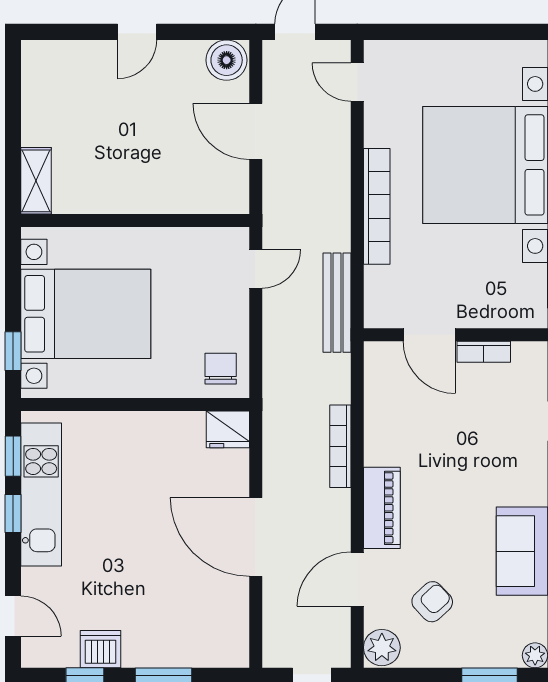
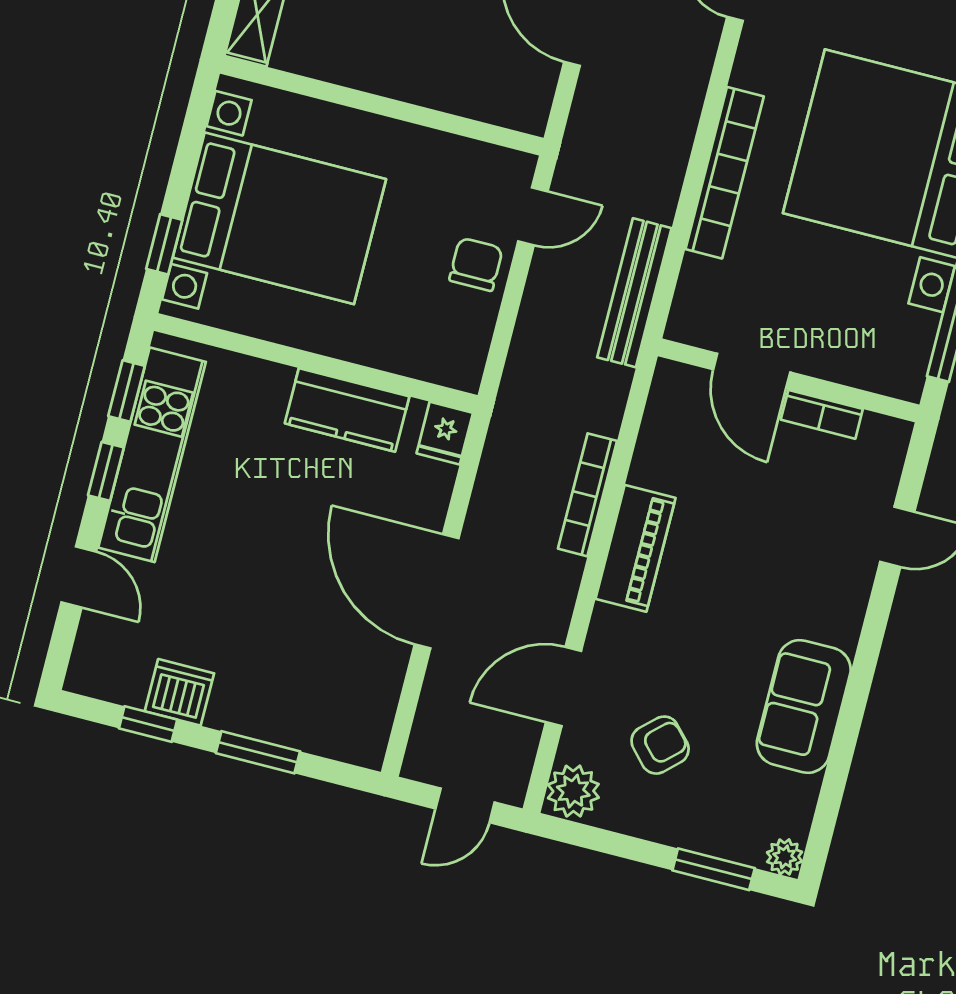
chair: (221, 369) -> (476, 264), moved
fridge: (228, 429) -> (445, 433), width x0.72
kitchen counter: (164, 431) -> (347, 410), added
piano: (382, 508) -> (636, 548), moved
door: (13, 616) -> (79, 577), moved

